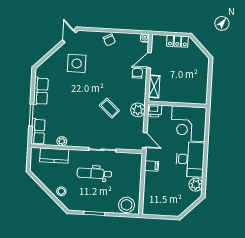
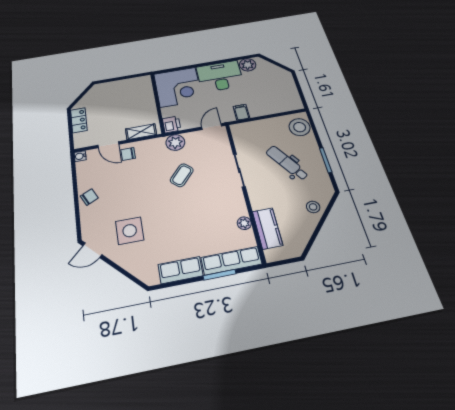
row of seats: (38, 132) -> (231, 261), width x1.48
dental chair: (94, 173) -> (287, 163), moved, turned 146

